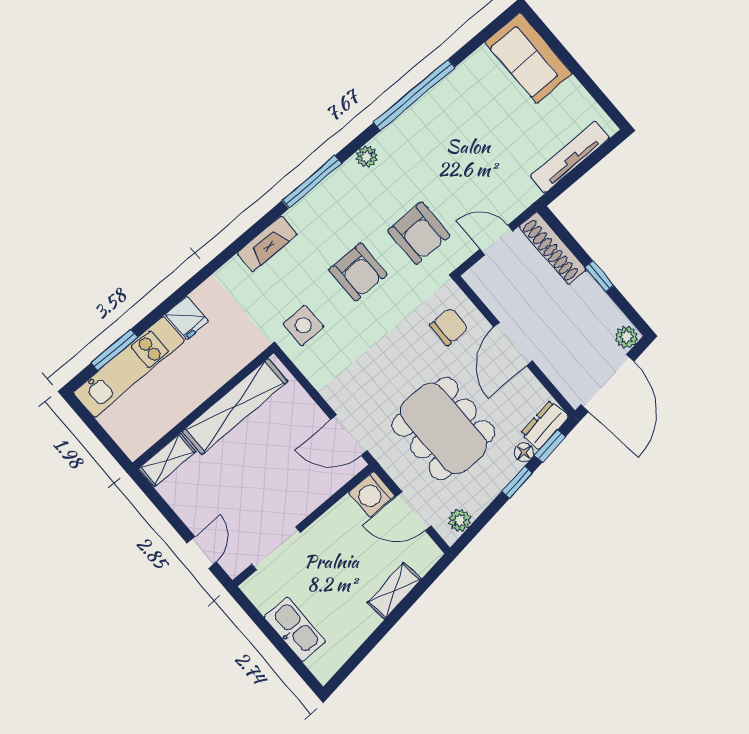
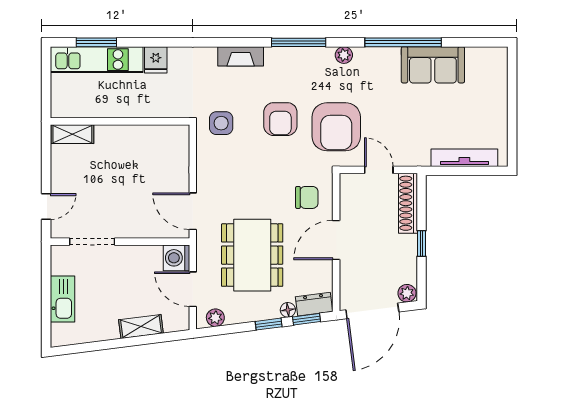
sofa: (528, 58) -> (433, 65), moved, turned -90
armchair: (419, 233) -> (336, 127), width x1.36, depth x1.36
shelving: (235, 406) -> (139, 137), removed

